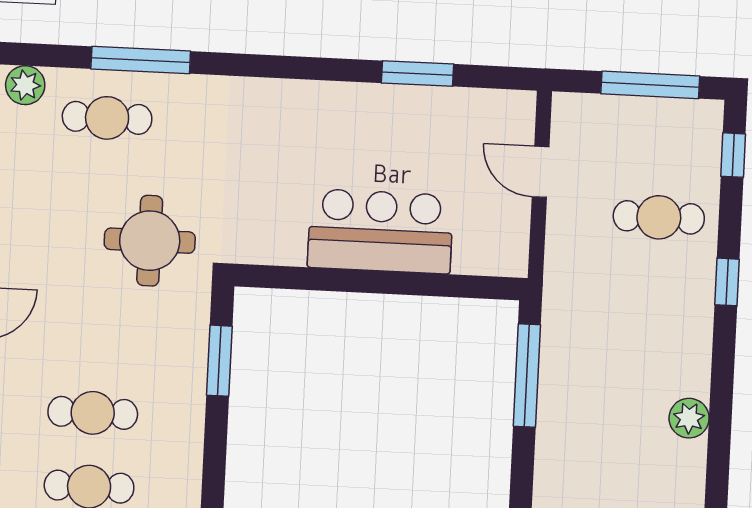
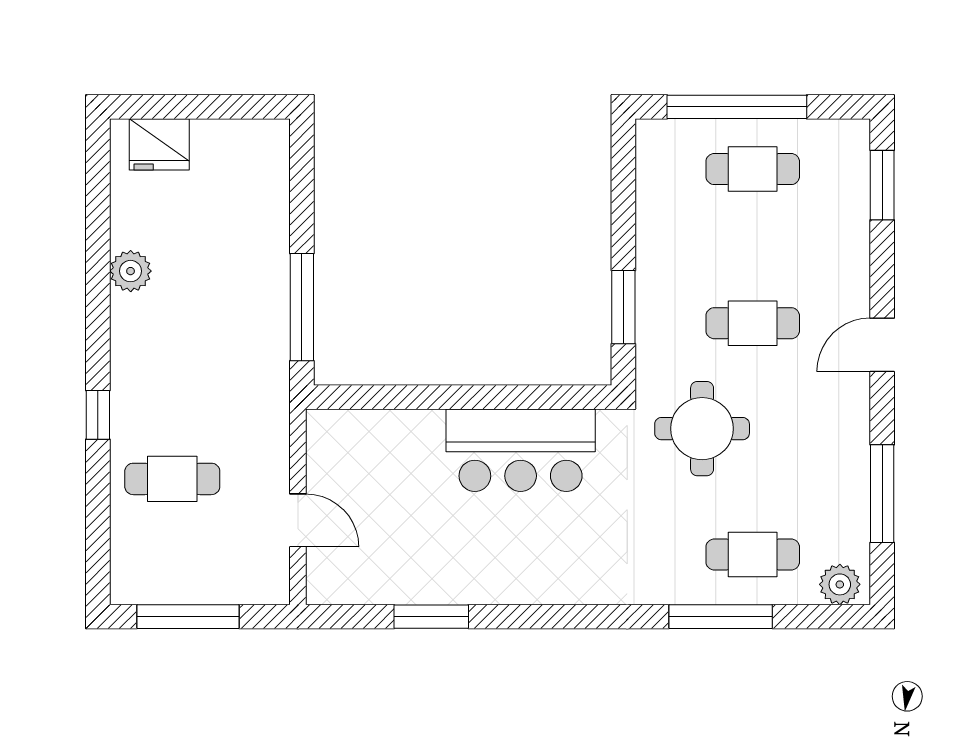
window: (733, 155) -> (98, 548), removed
bar counter: (380, 231) -> (521, 450), moved
cafe table: (93, 413) -> (753, 323), moved

